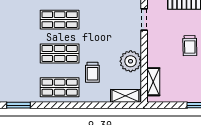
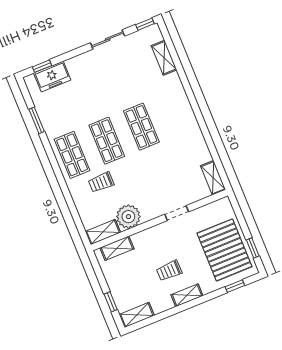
shelving: (125, 96) -> (103, 232), moved, turned 90

